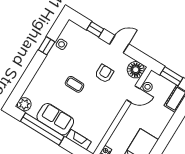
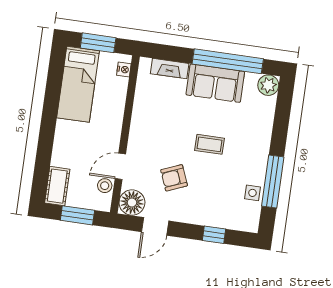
door: (119, 44) -> (155, 226), moved
window: (47, 46) -> (273, 182), width x2.17
armchair: (104, 74) -> (174, 178), turned 68

